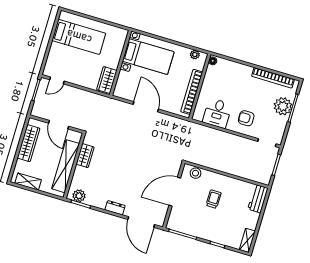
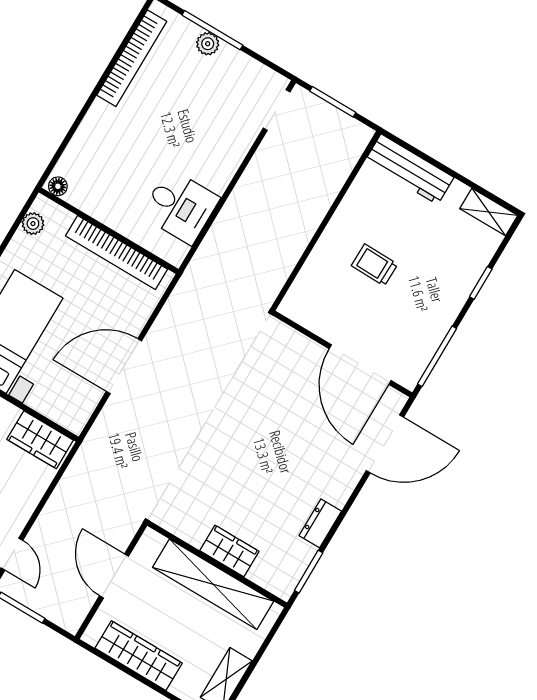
plant: (283, 106) -> (208, 44), width x0.53, depth x0.53
armchair: (246, 118) -> (209, 143), removed
door: (59, 125) -> (114, 576), swing flipped
wardrobe: (85, 156) -> (229, 551), moved
stool: (196, 173) -> (305, 291), removed
door: (175, 192) -> (360, 365), moved
plant: (79, 196) -> (288, 571), removed
workbench: (258, 199) -> (409, 169), width x1.37
dresser: (115, 208) -> (320, 523), moved

